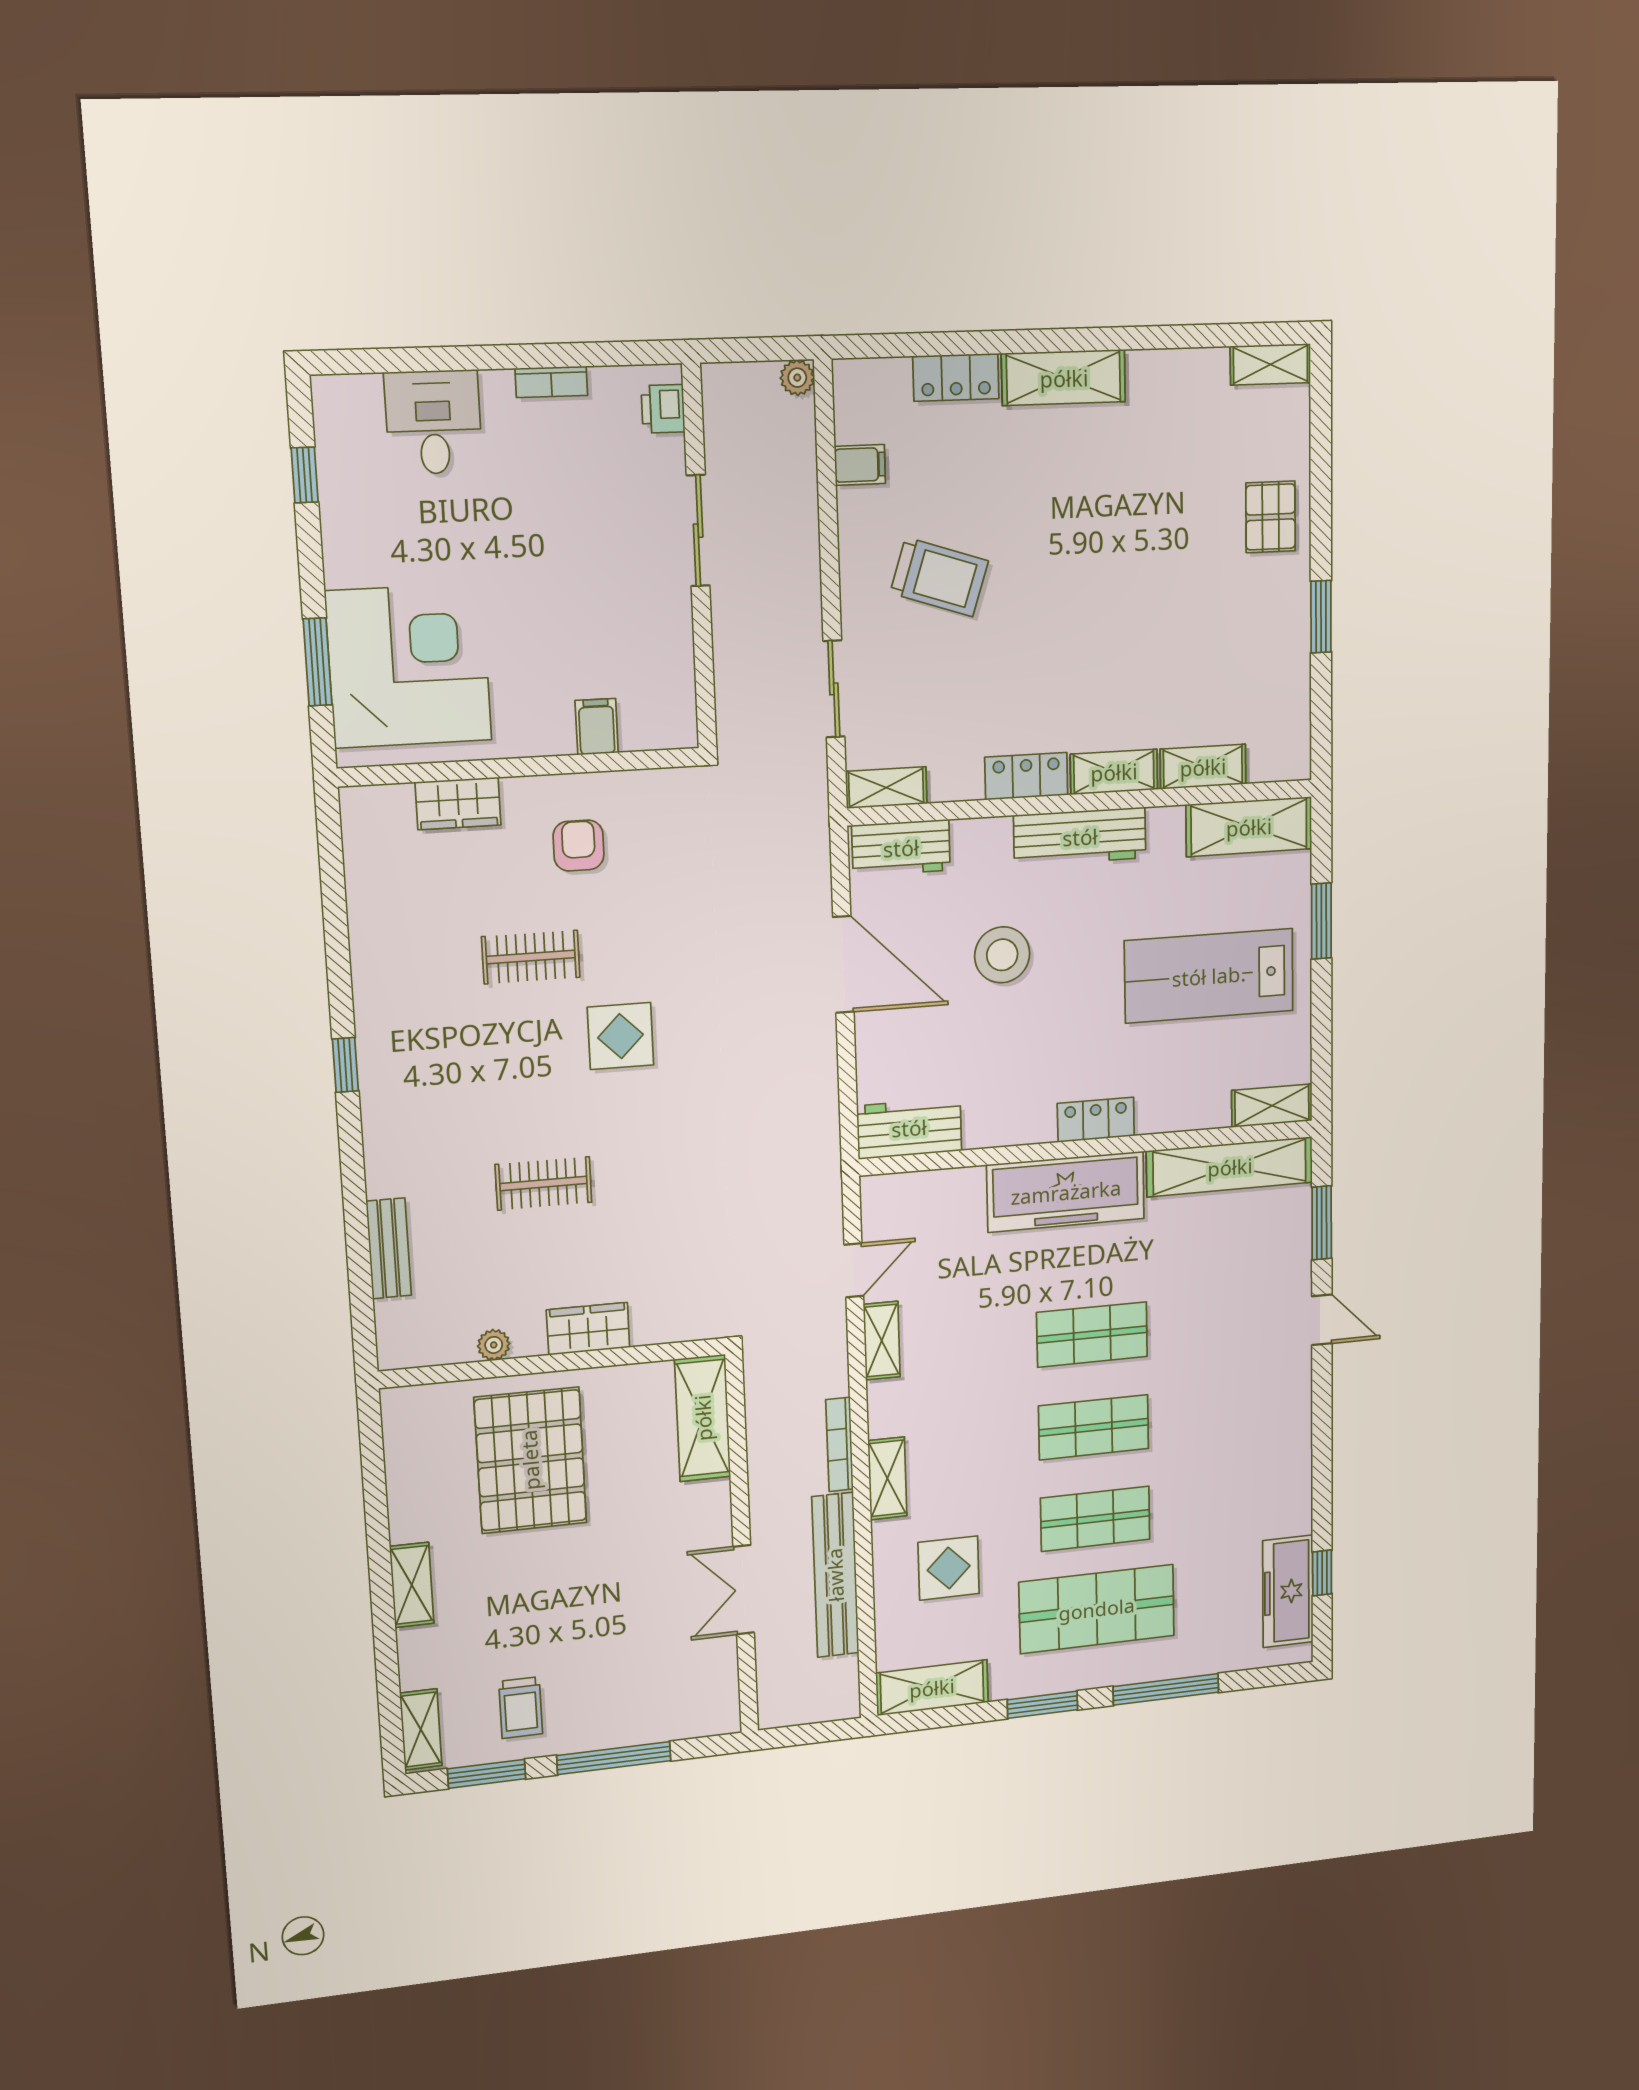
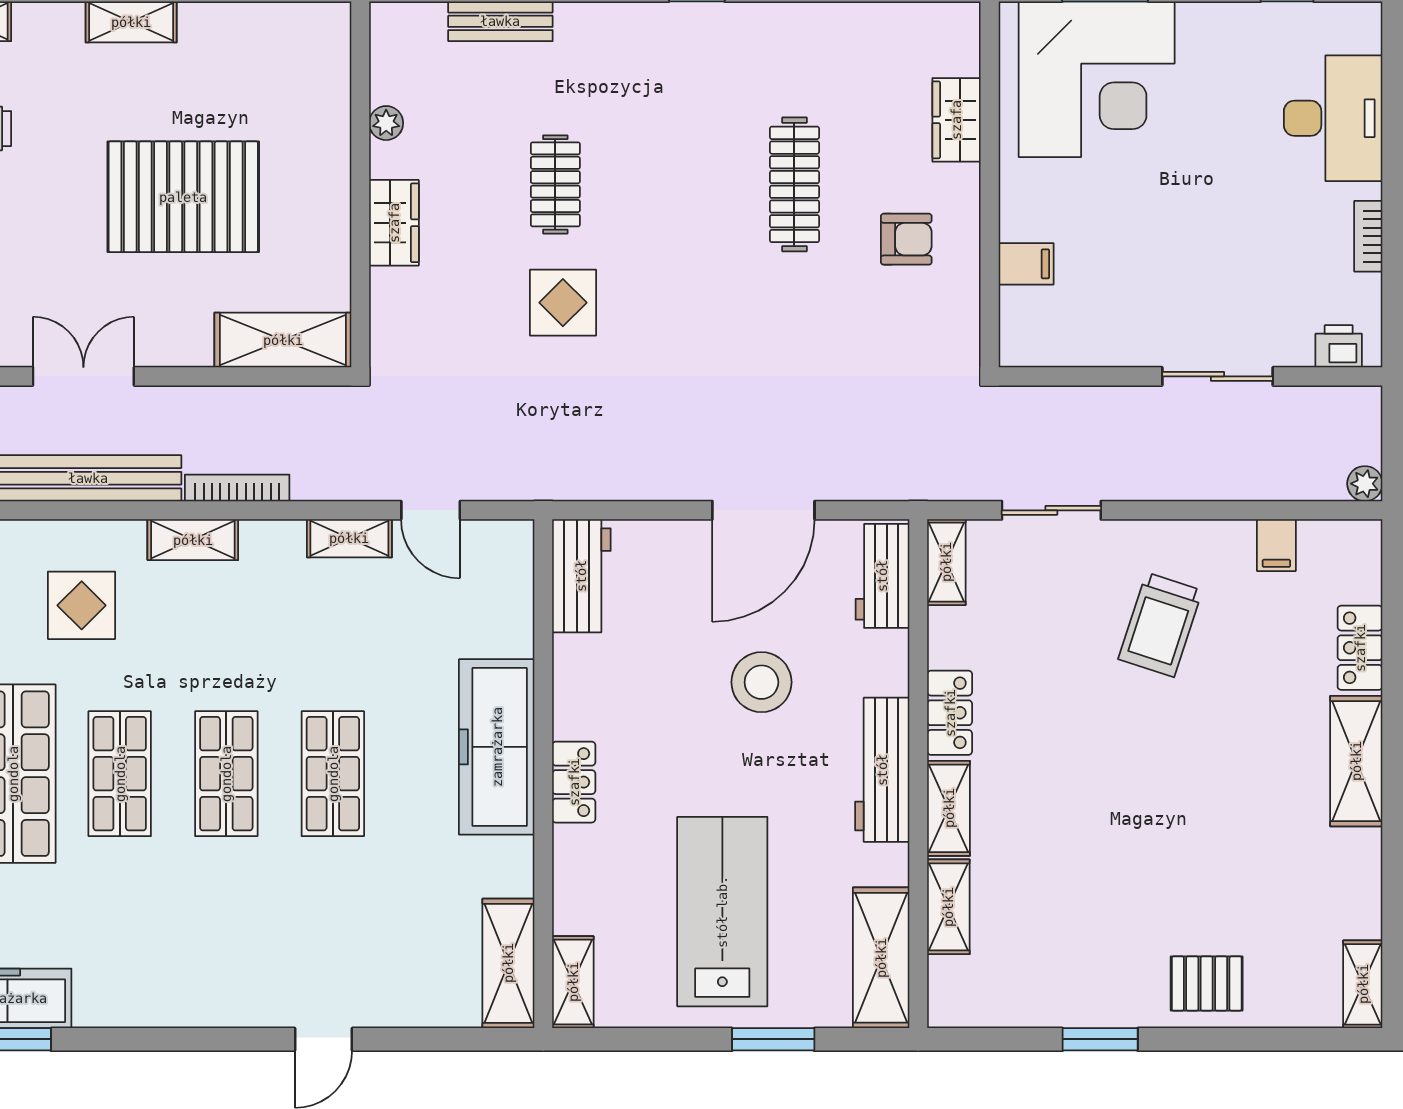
desk: (433, 422) -> (1333, 118), width x1.37
clothes rail: (531, 957) -> (794, 184), width x1.36
display table: (621, 1036) -> (563, 303), moved
shelving: (1230, 1167) -> (508, 963), width x0.68
window: (1322, 1223) -> (435, 1039), removed
pallet: (530, 1460) -> (183, 197), moved

